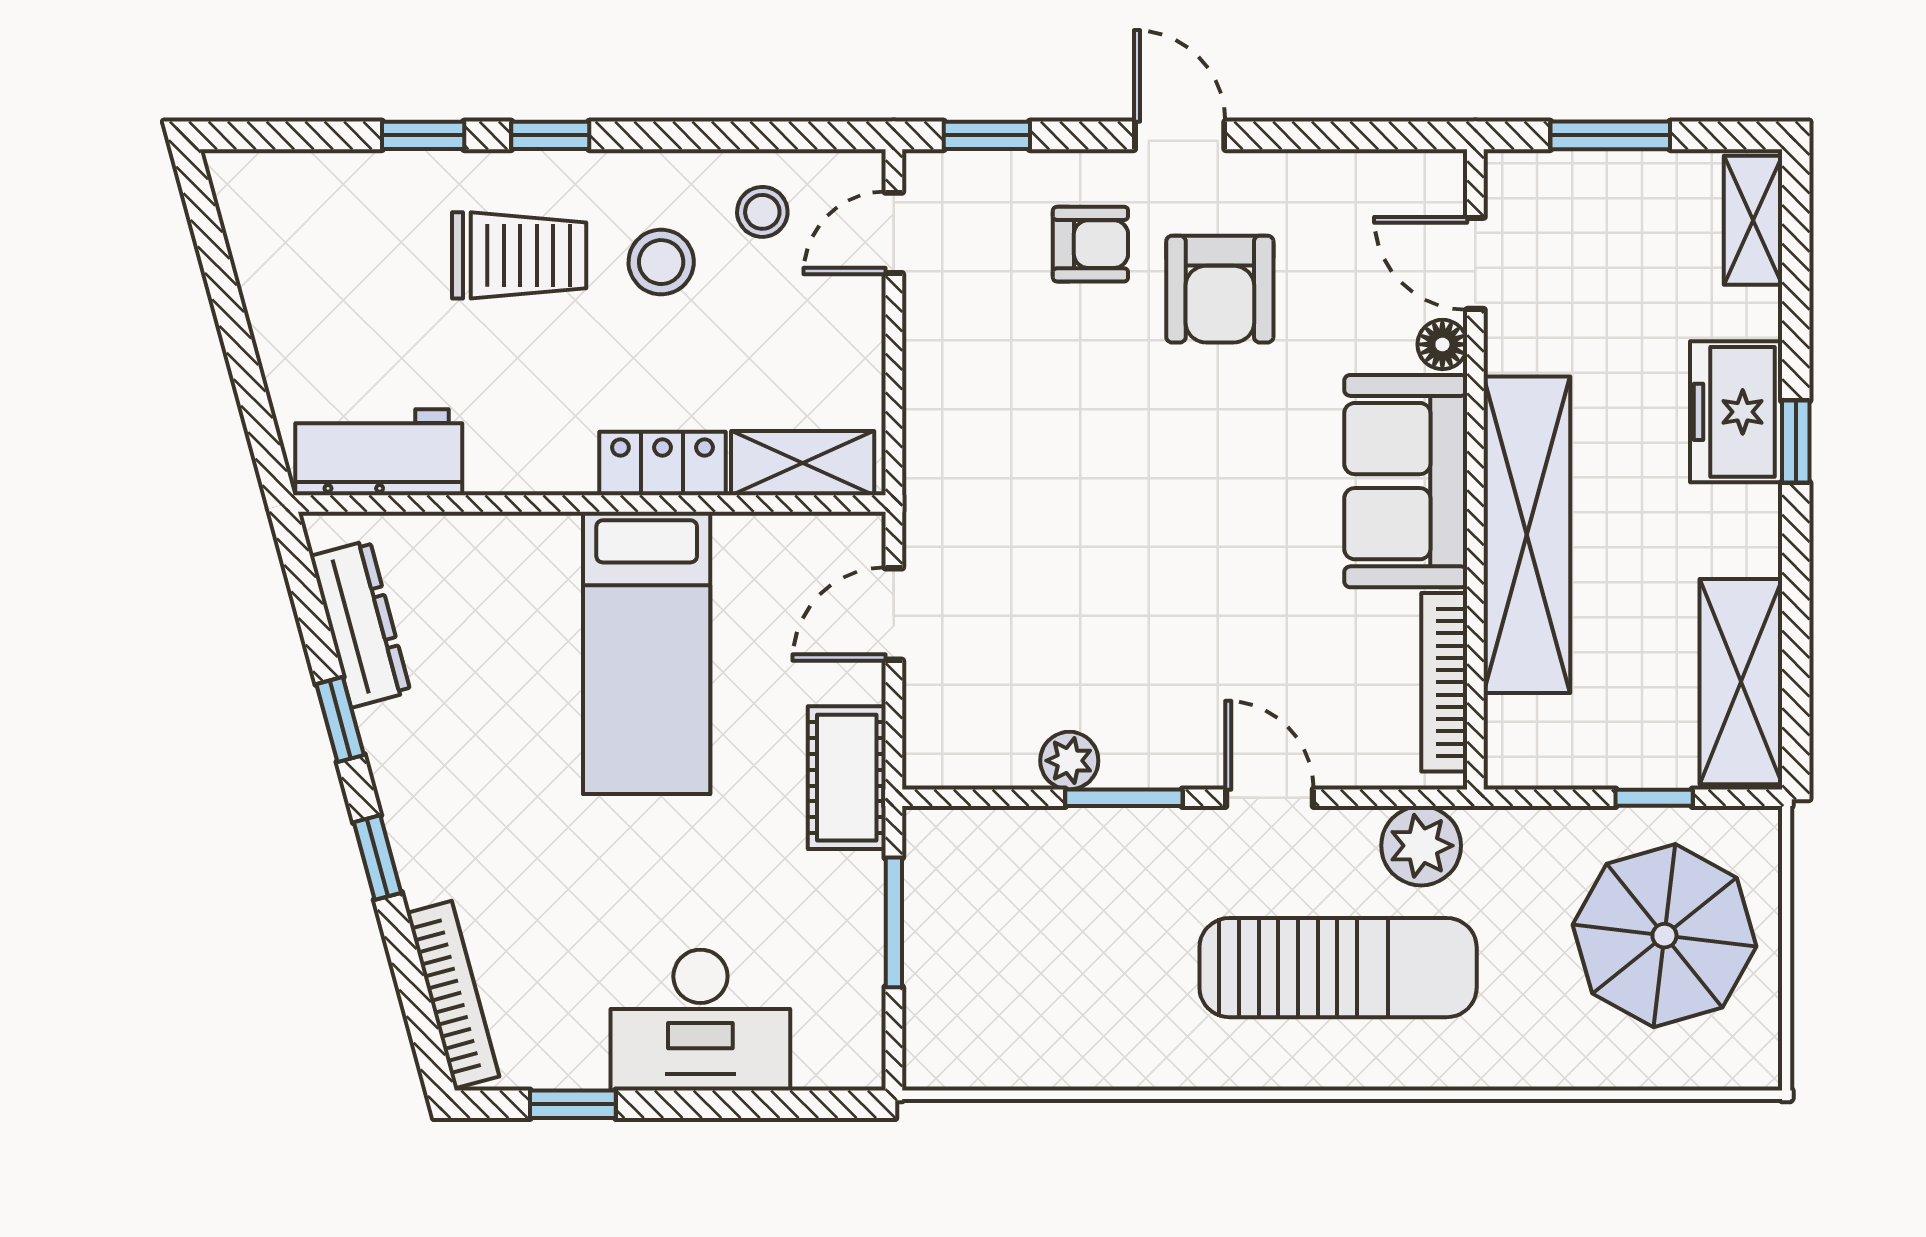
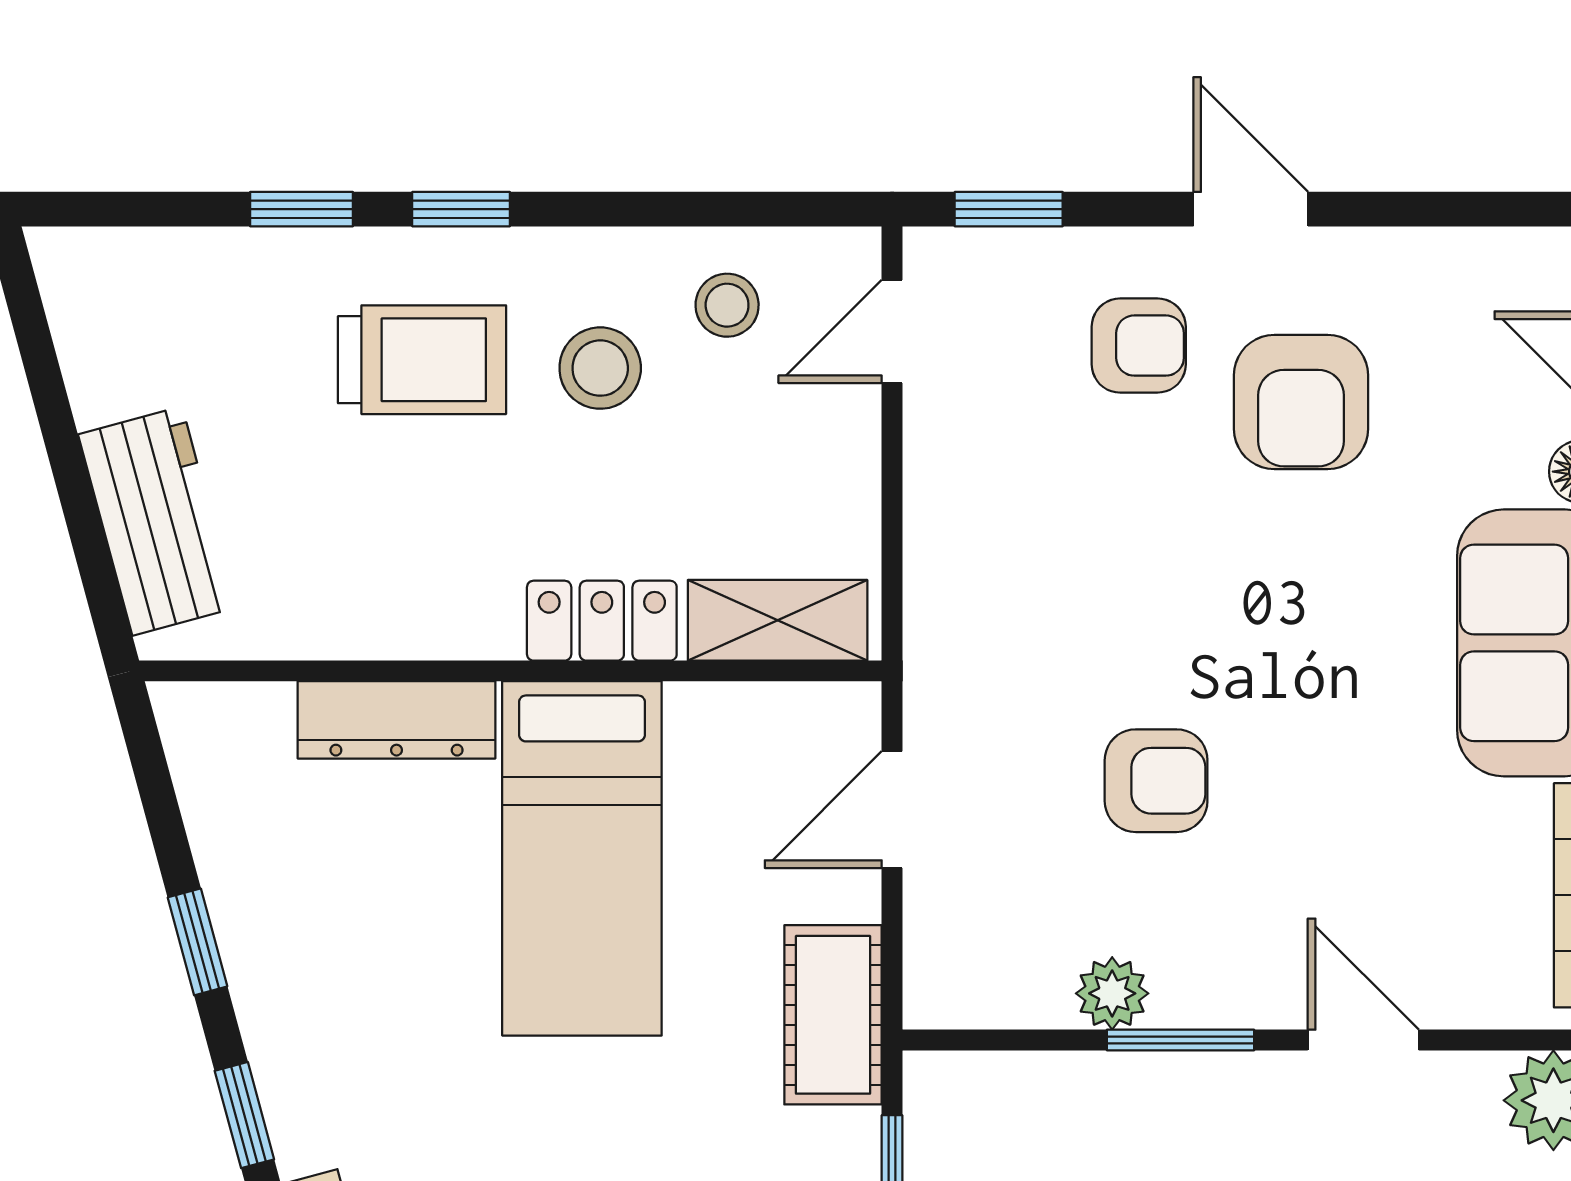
workbench: (379, 452) -> (157, 521), moved, turned 75
armchair: (1104, 591) -> (1156, 781), added
dresser: (360, 624) -> (397, 720), moved, turned 105

